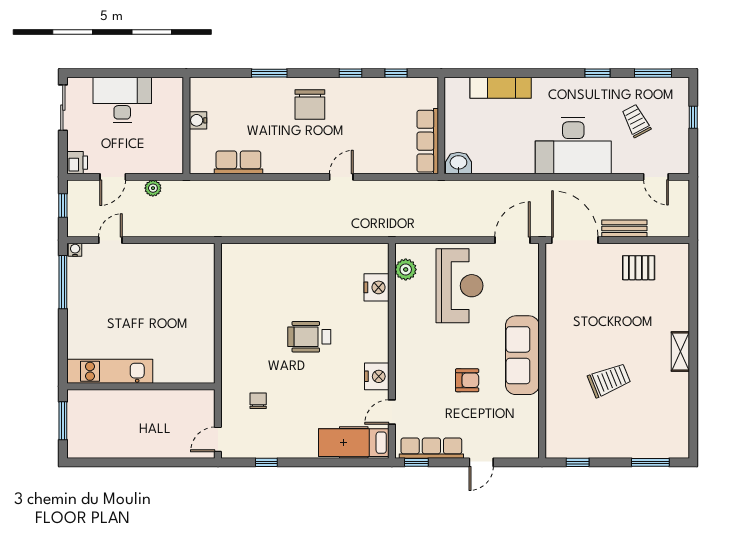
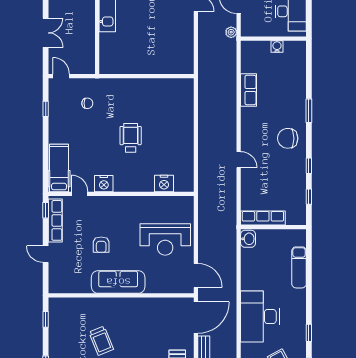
water cooler: (198, 120) -> (277, 47), moved
wall: (186, 126) -> (273, 39), moved
plant: (406, 269) -> (176, 203), removed
double door: (154, 462) -> (46, 33), added

